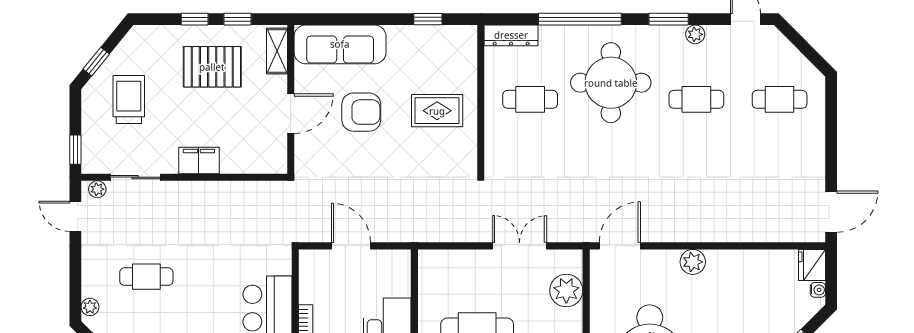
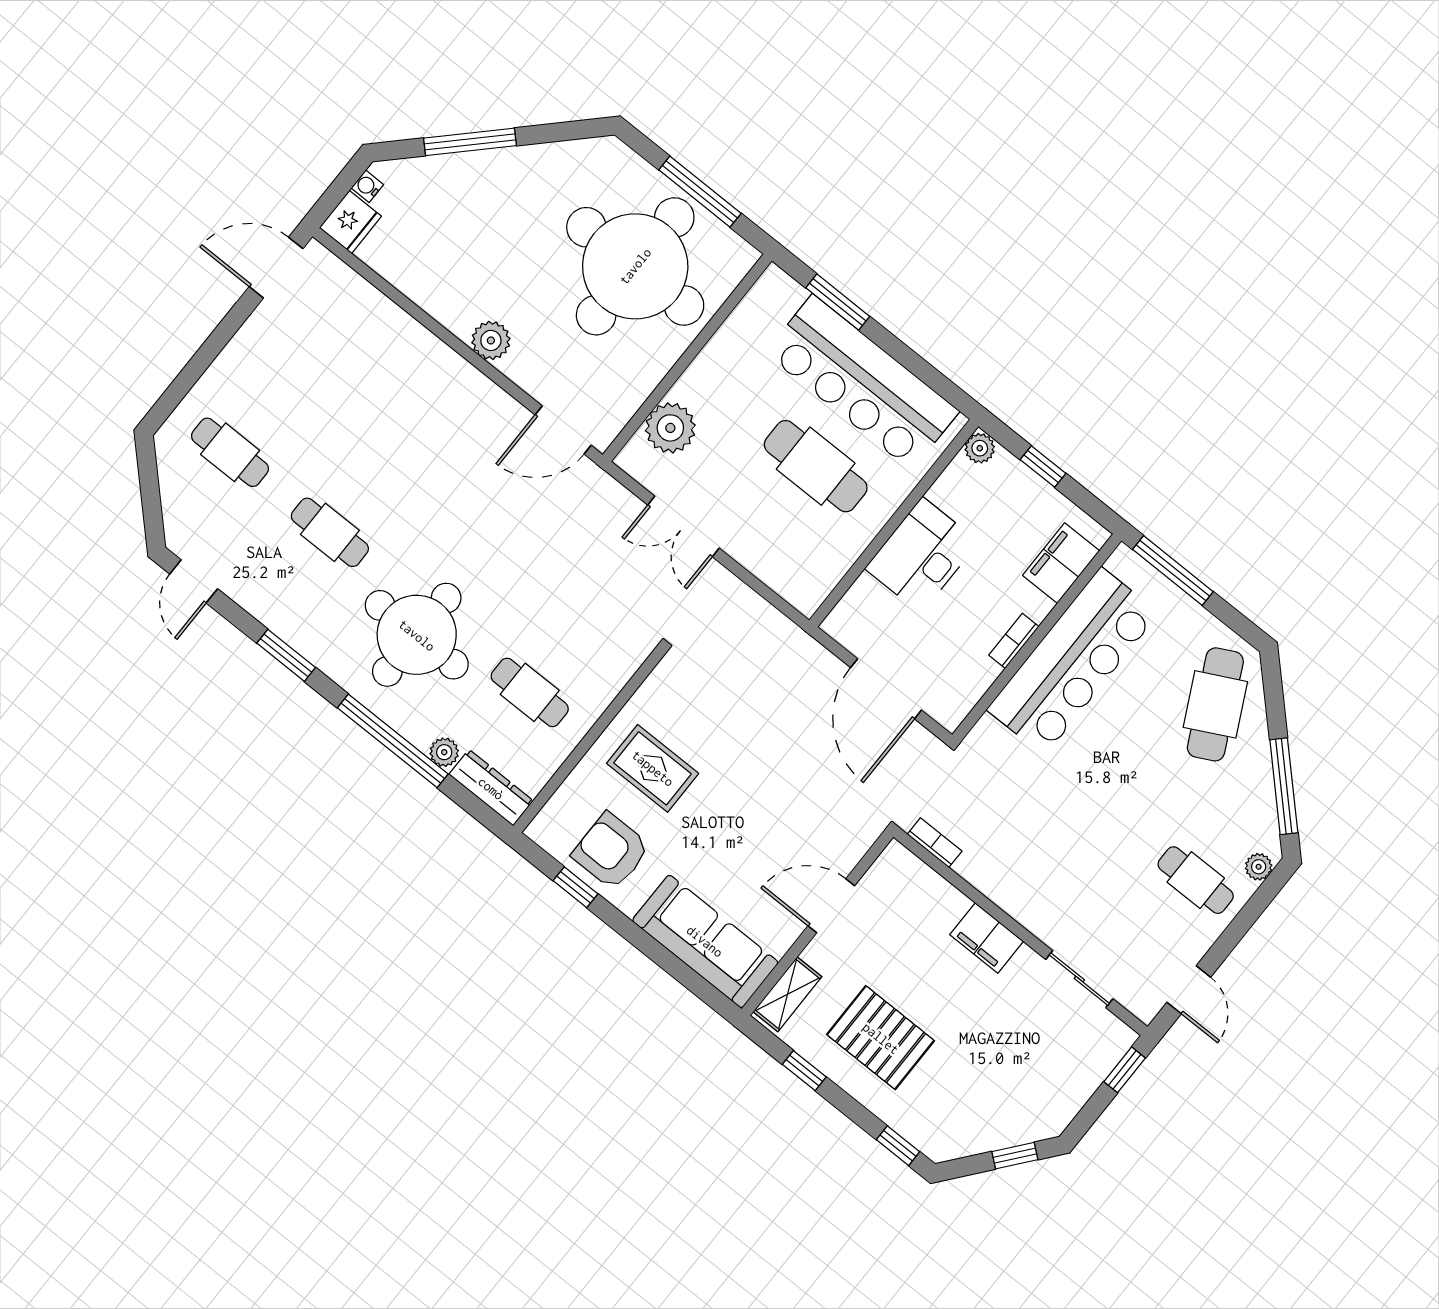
window: (195, 19) -> (898, 1146), moved
plant: (695, 34) -> (444, 752), moved
trolley: (129, 100) -> (1012, 1079), removed
armchair: (361, 112) -> (611, 851), moved
bookcase: (264, 188) -> (935, 843), added
plant: (97, 189) -> (1136, 1001), removed
door: (351, 246) -> (886, 689), width x1.36
cafe table: (146, 277) -> (1196, 880), moved

